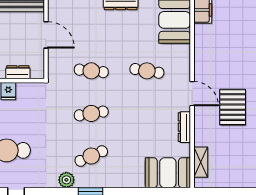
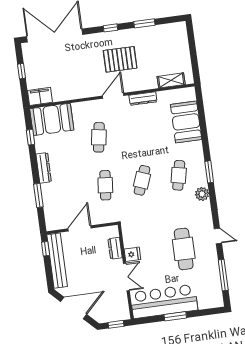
cafe table: (91, 113) -> (142, 180), turned 30
cafe table: (91, 156) -> (179, 175), turned 36
booth: (168, 173) -> (186, 122), moved

